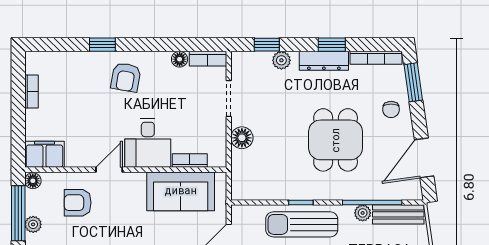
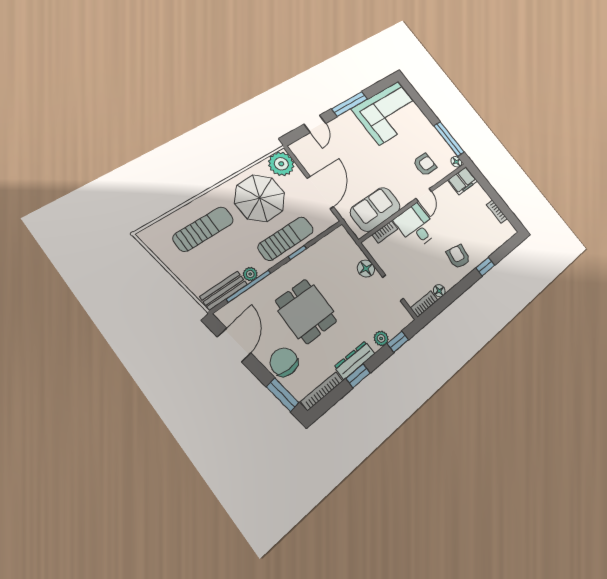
chair: (391, 109) -> (284, 362), width x1.87, depth x1.87
plant: (33, 224) -> (437, 138), removed

